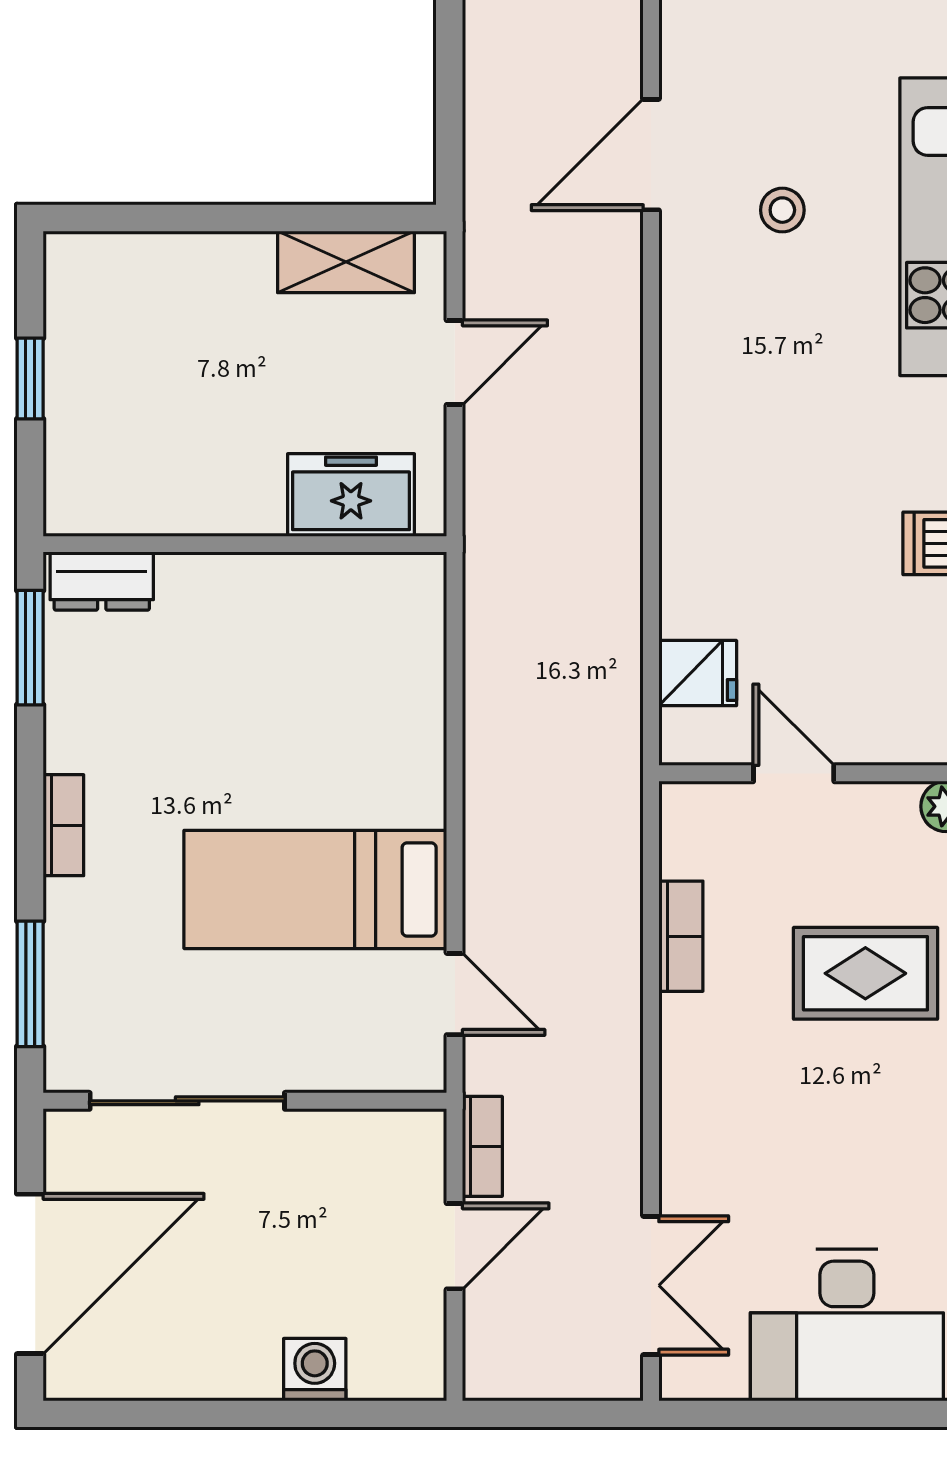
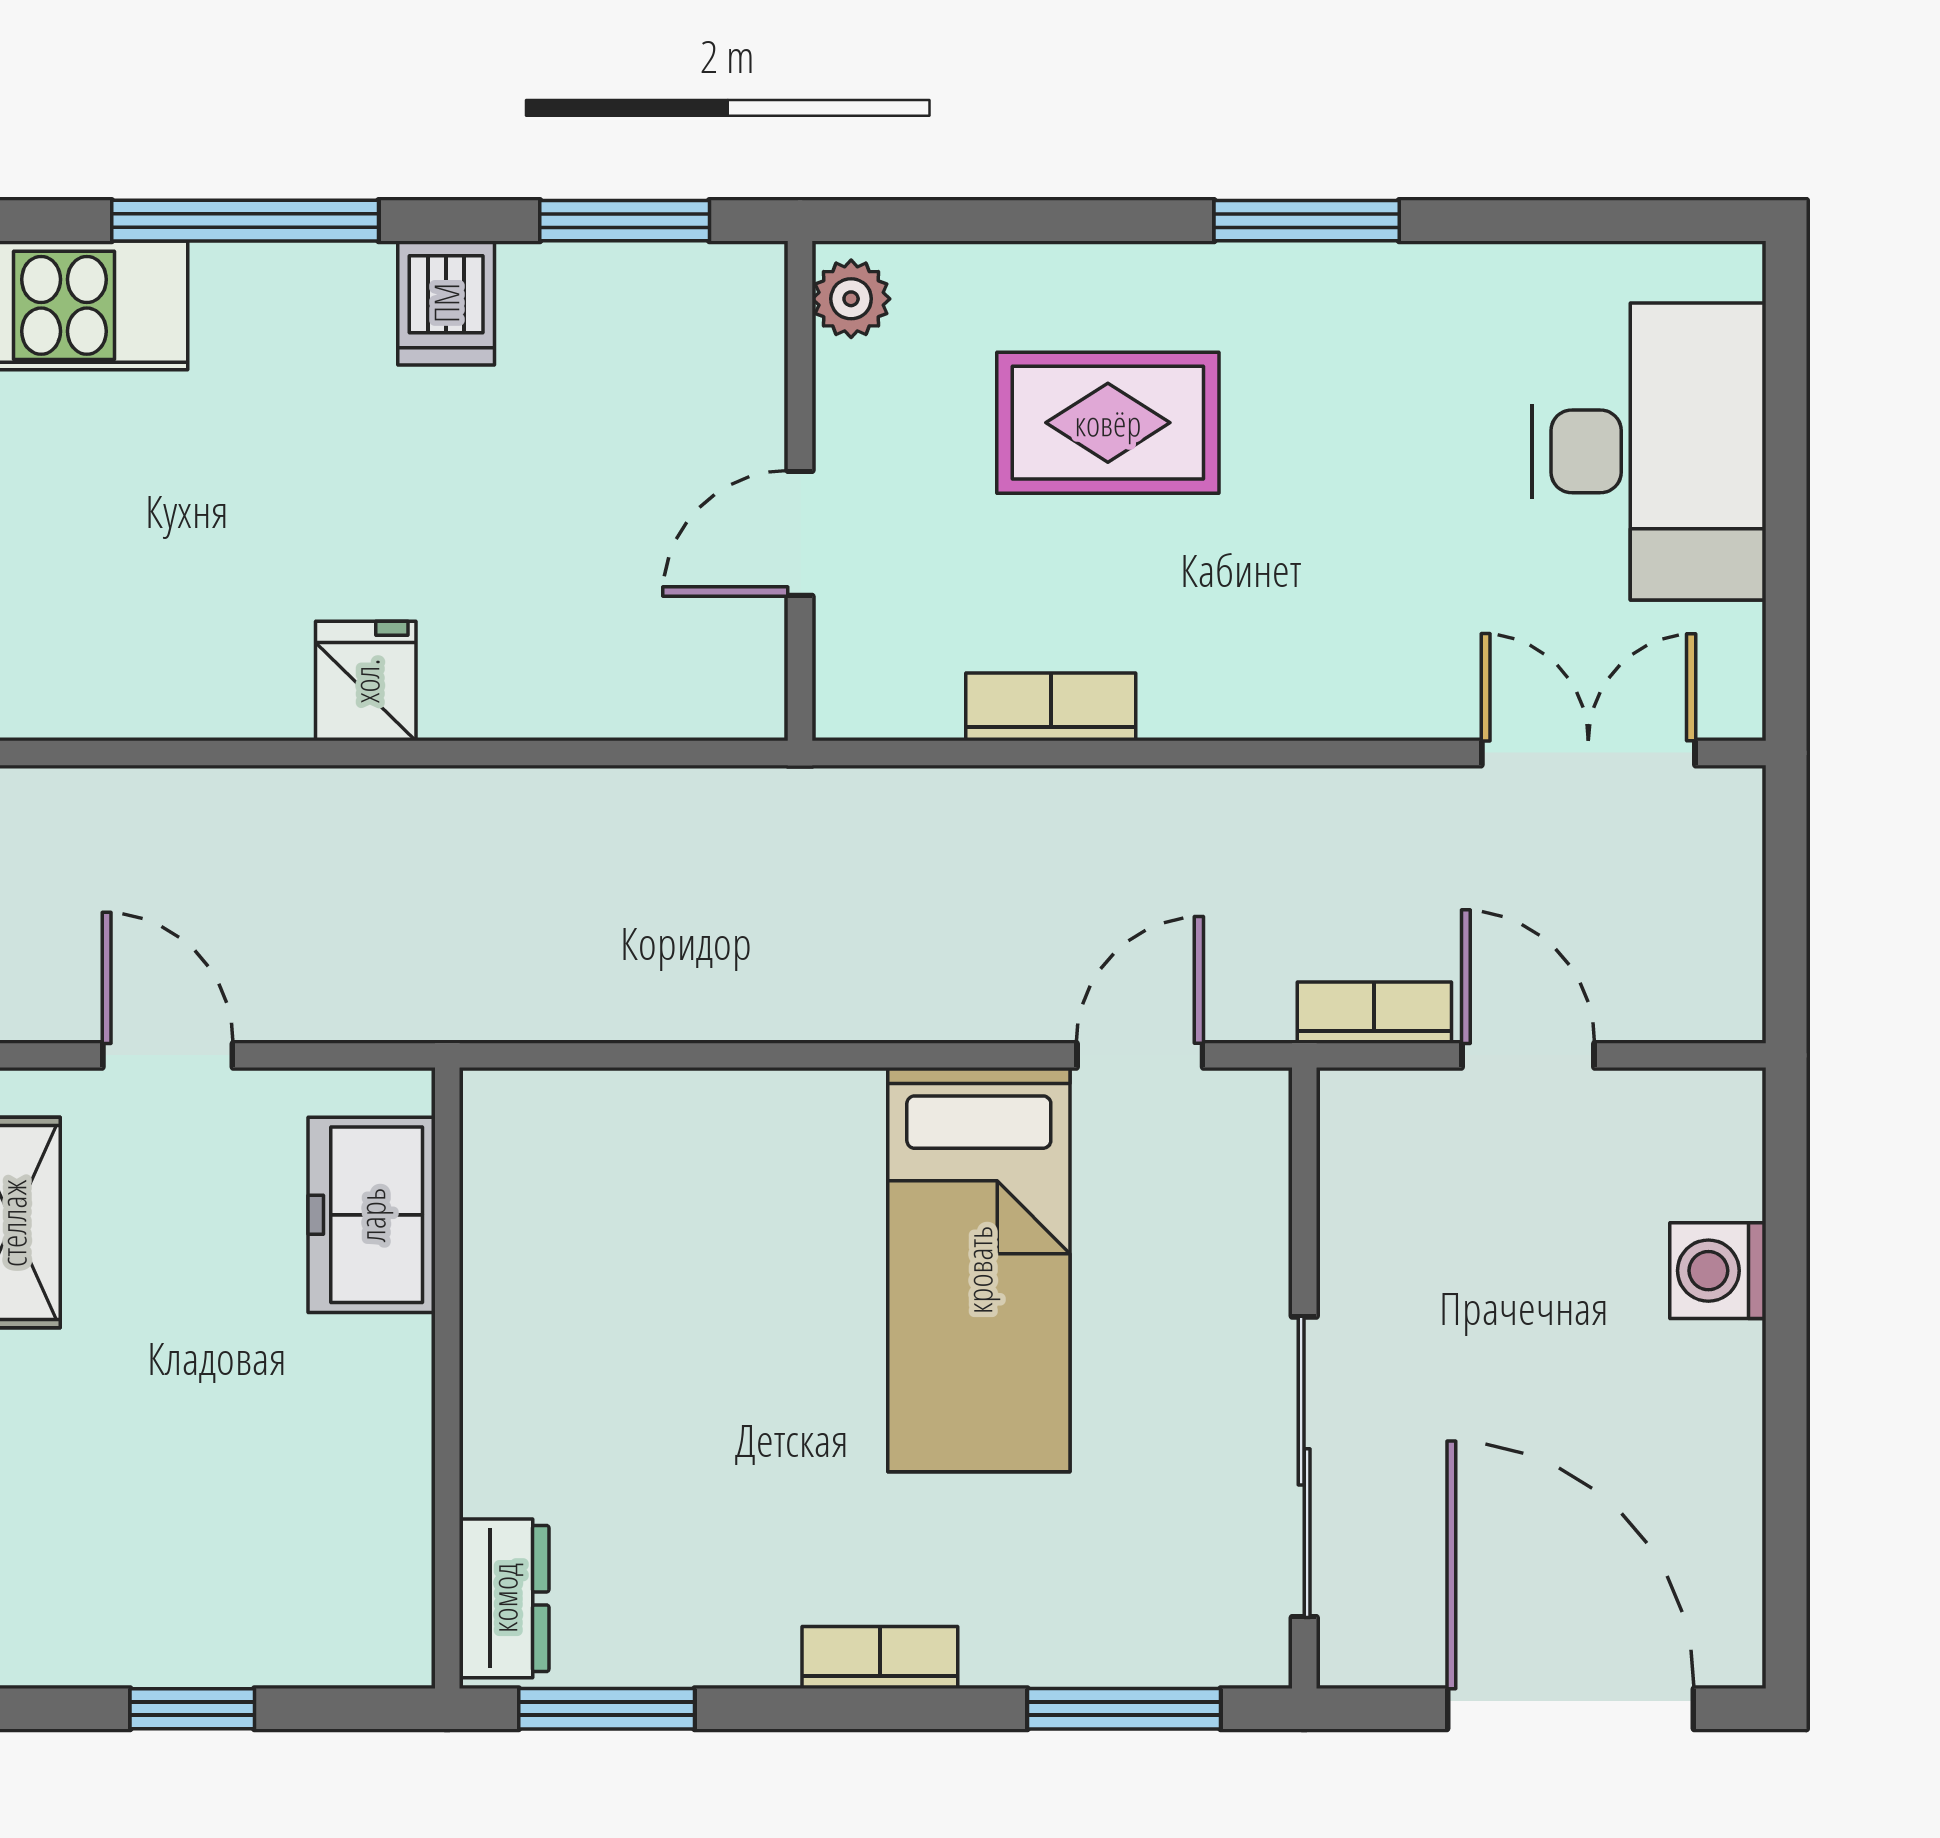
fridge: (698, 673) -> (366, 681), moved
rug: (865, 973) -> (1108, 423), turned 90

